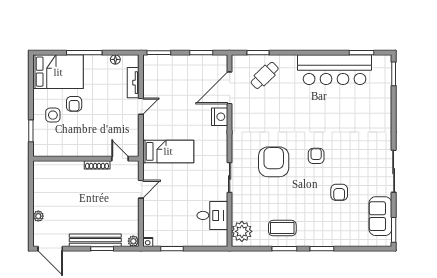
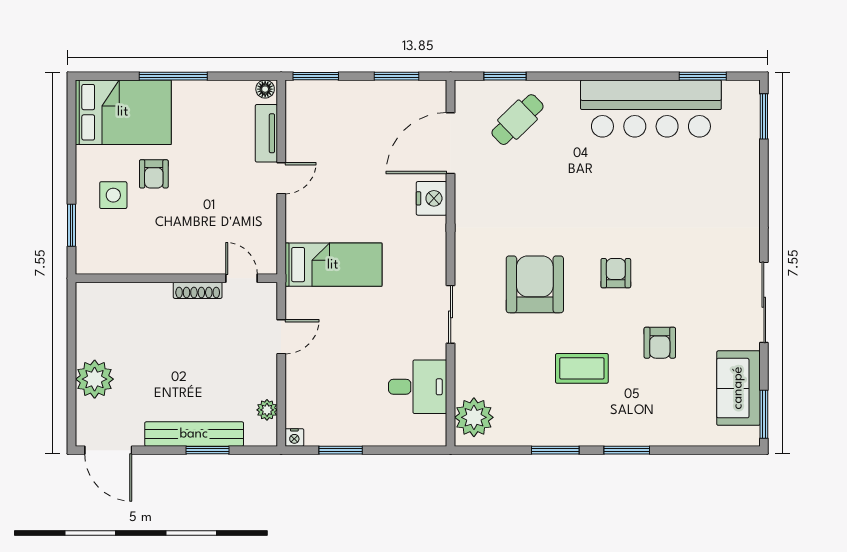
floor lamp: (115, 59) -> (265, 89), moved
plant: (38, 216) -> (95, 379), width x1.87, depth x1.87
coffee table: (282, 228) -> (582, 368), moved
plant: (133, 241) -> (267, 410), moved

